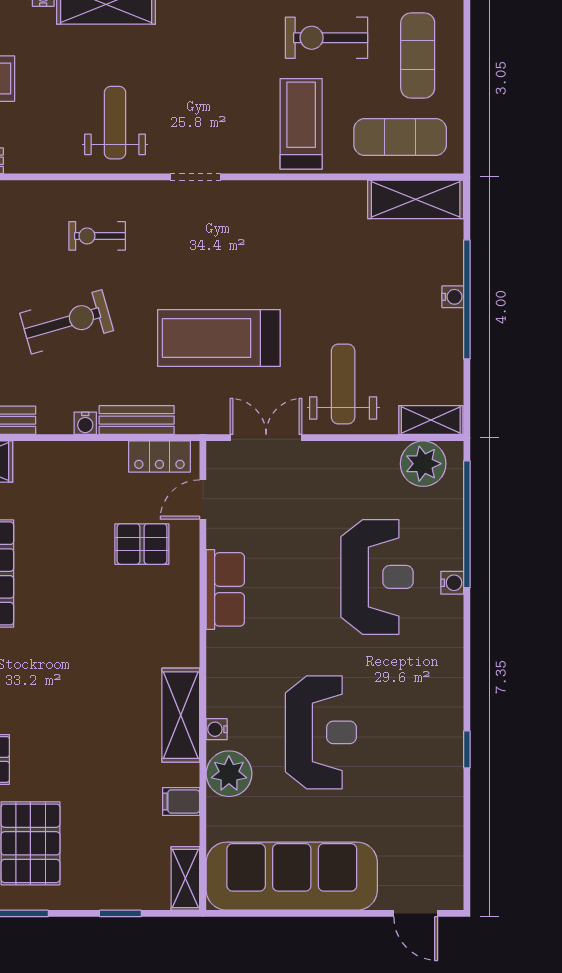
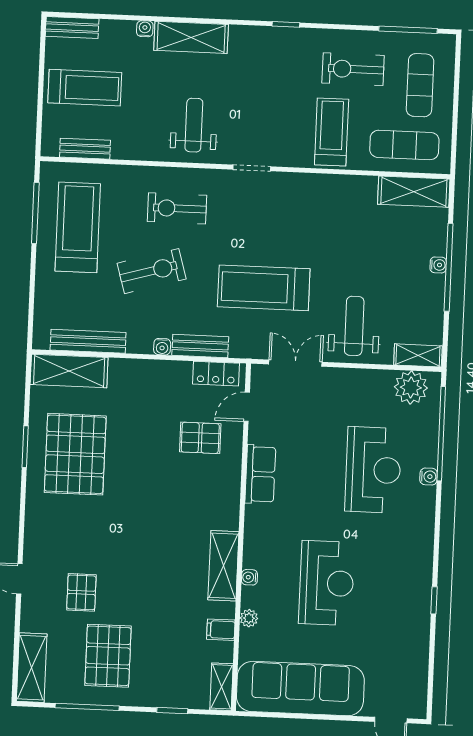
exercise bike: (97, 236) -> (177, 208), width x1.38, depth x1.39
plant: (229, 774) -> (249, 618), width x0.53, depth x0.53

